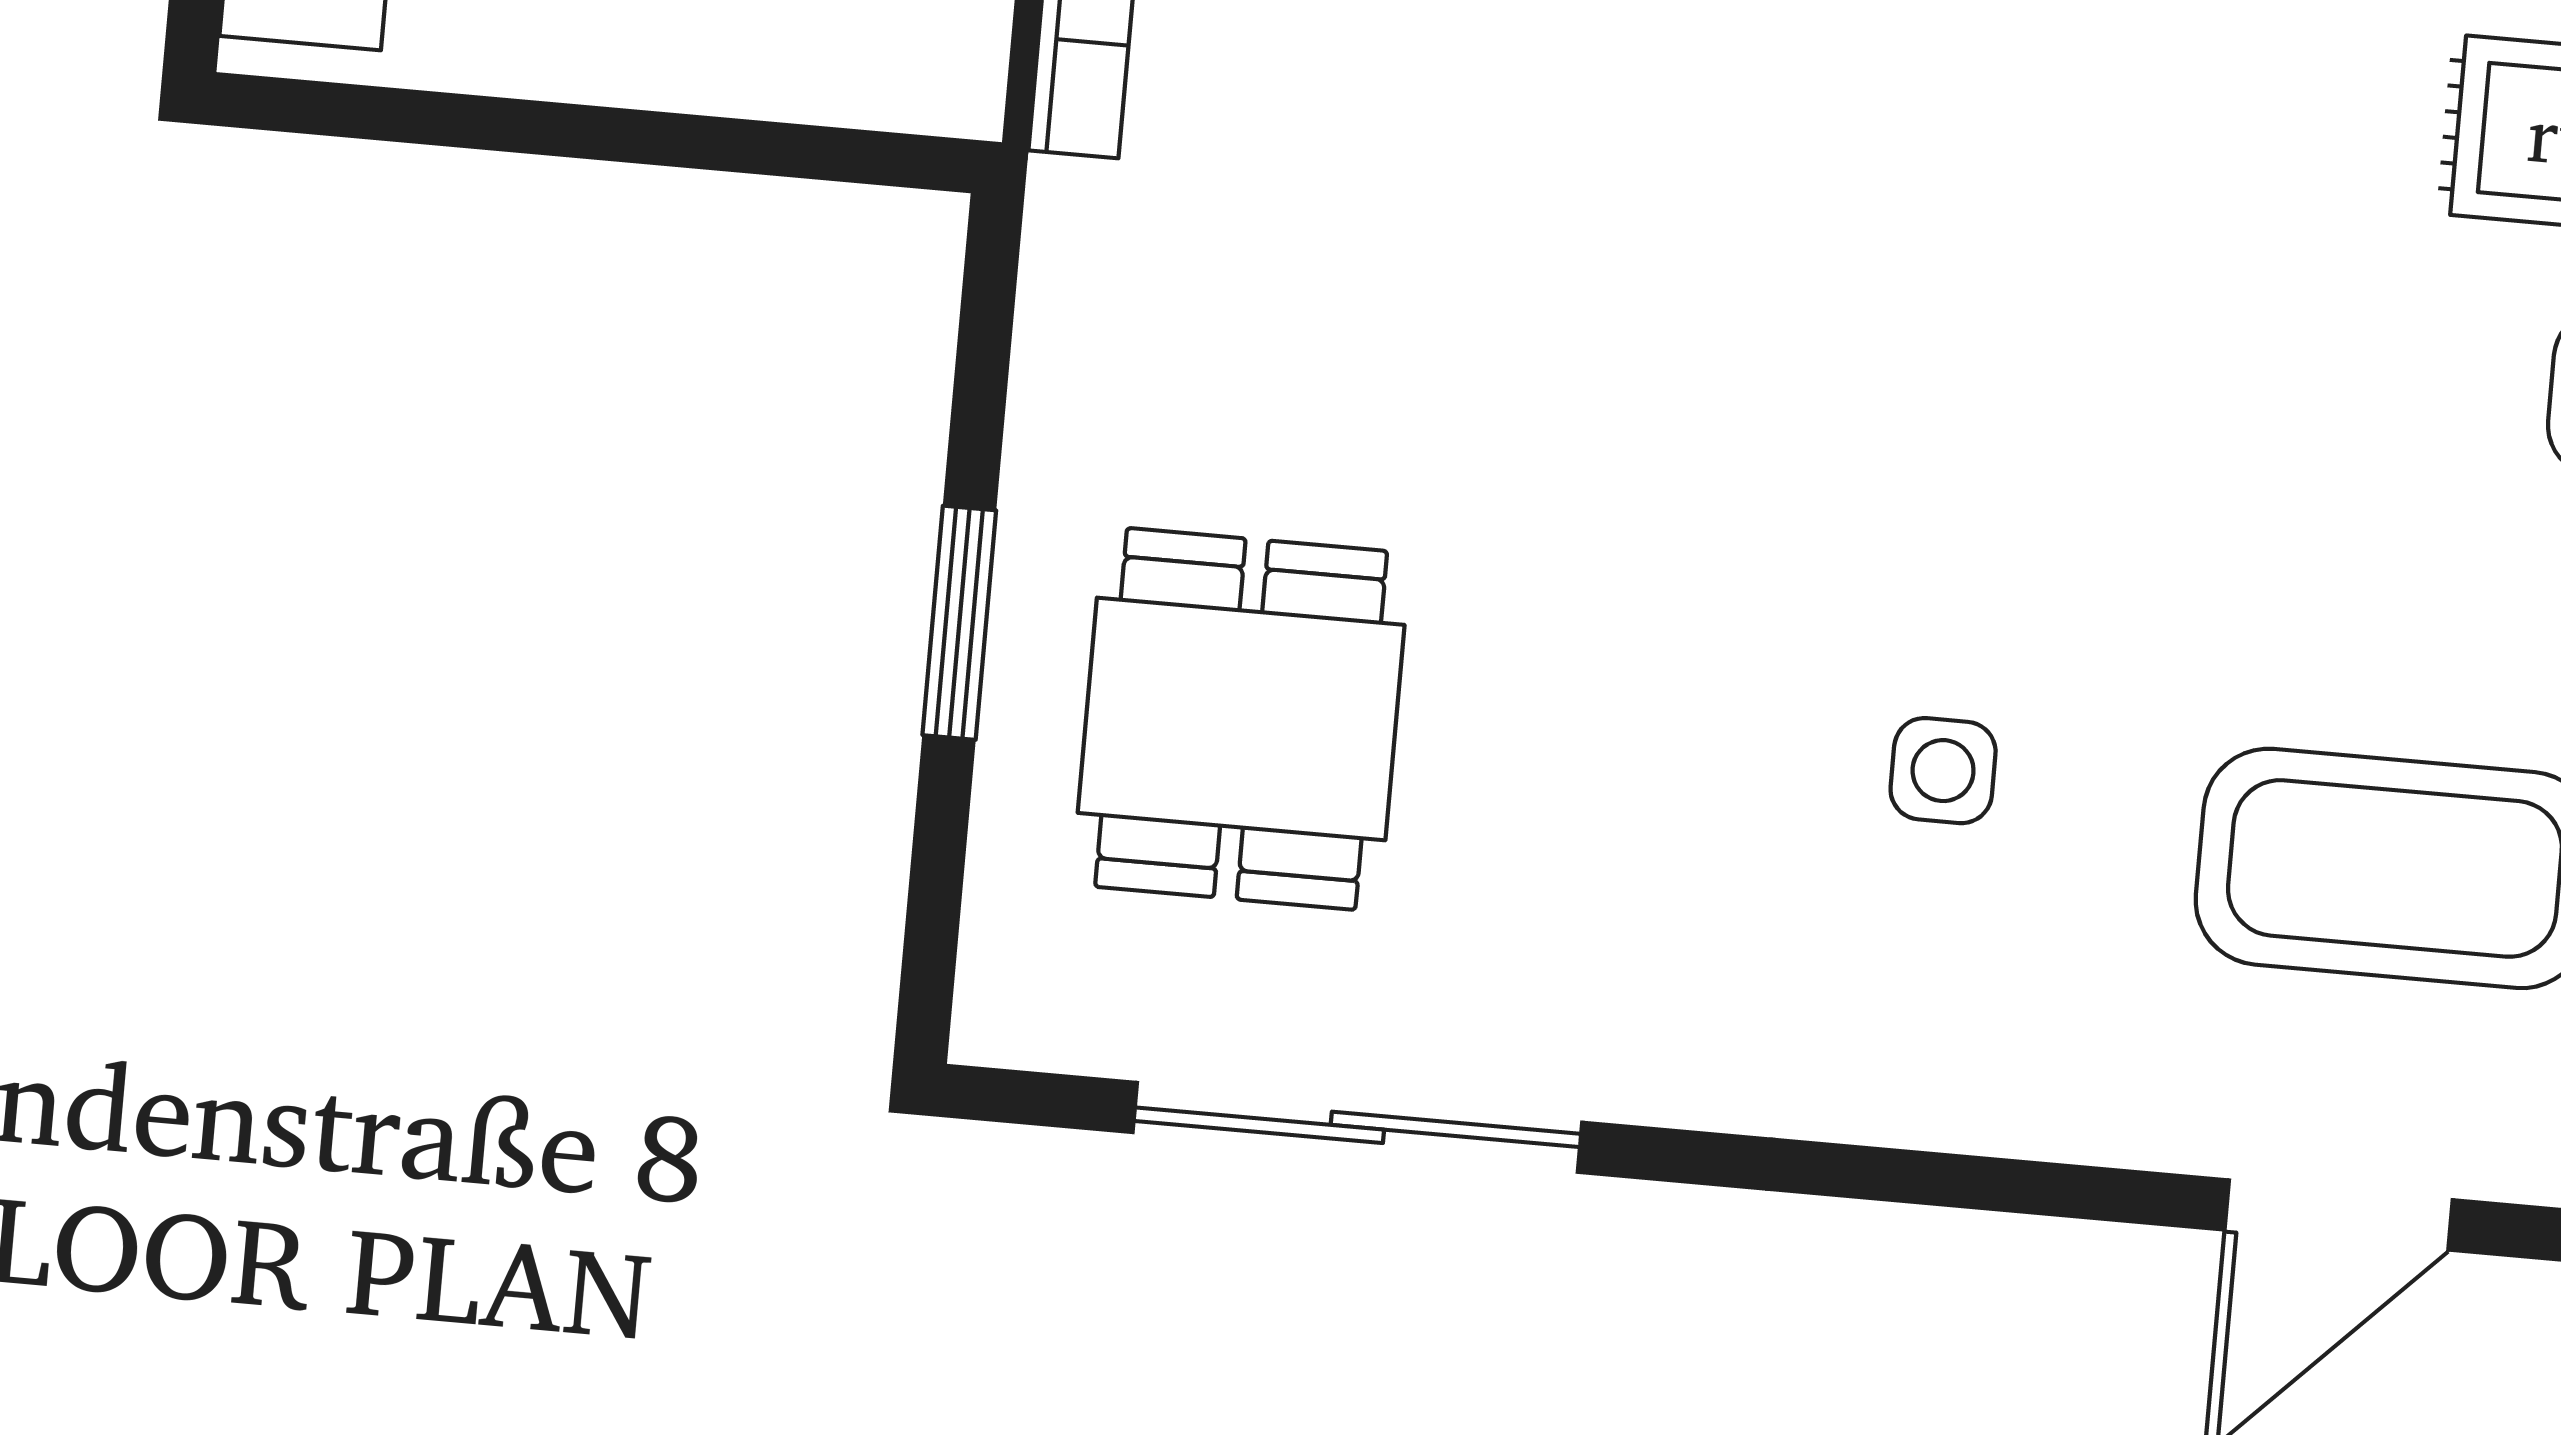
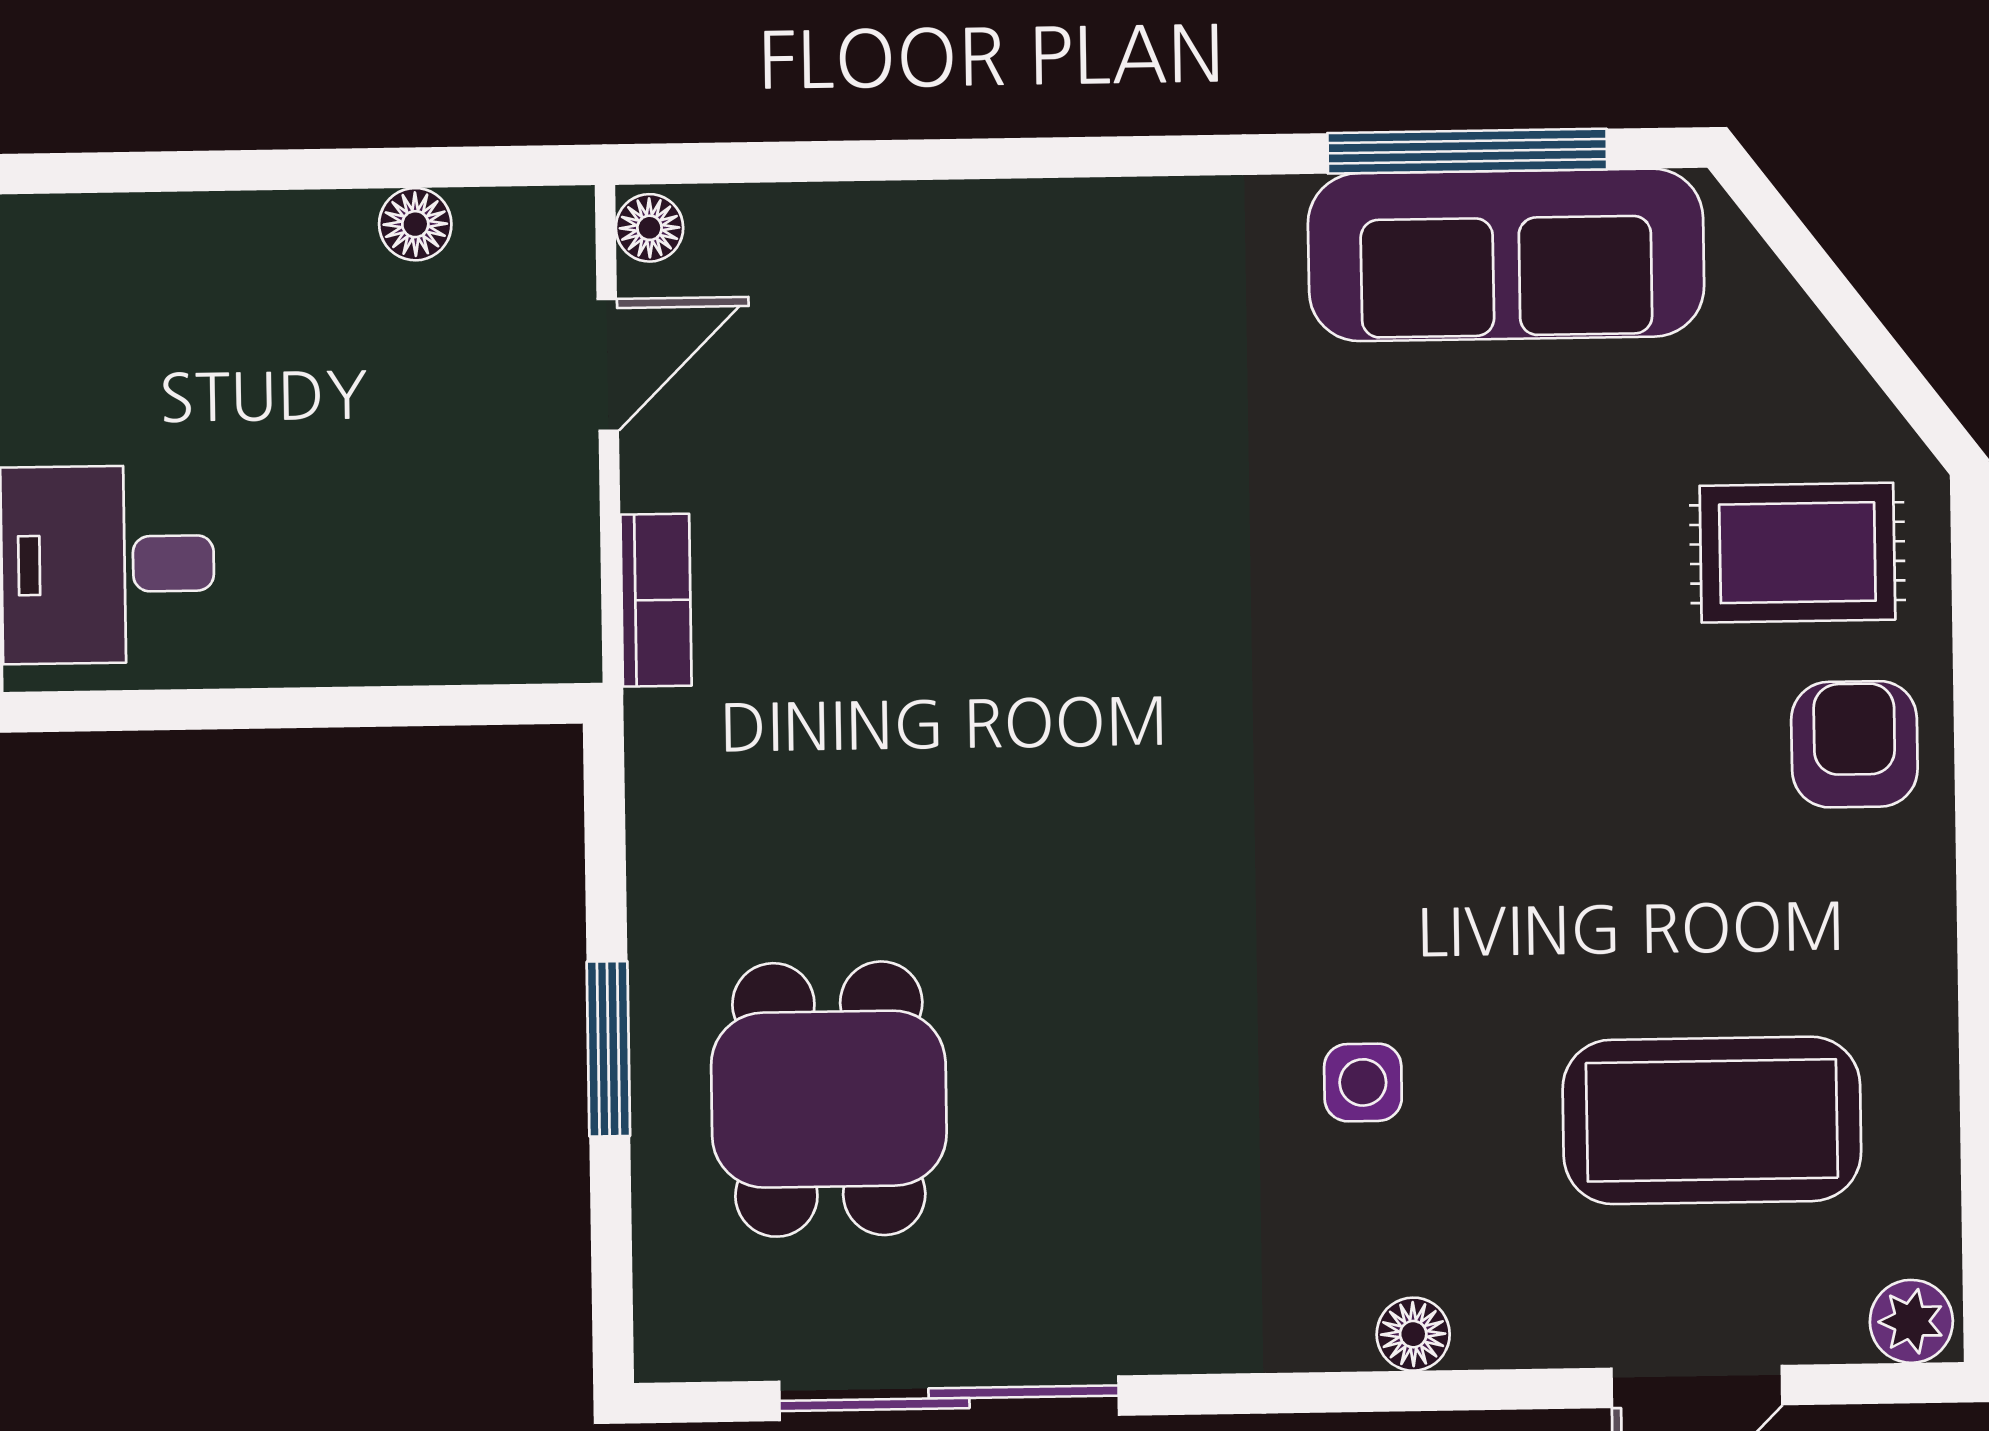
floor lamp: (1974, 1107) -> (1413, 1334), added

